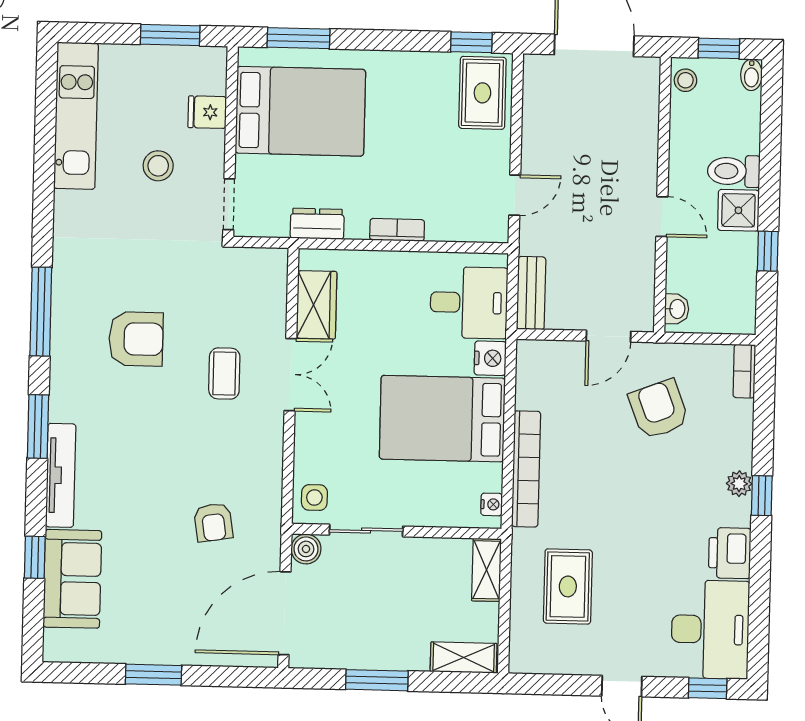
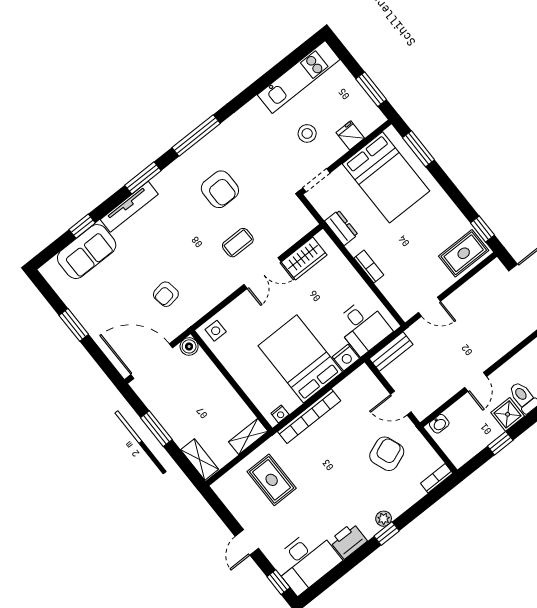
sliding door: (366, 531) -> (220, 367), removed
rug: (568, 586) -> (272, 480), turned 90

